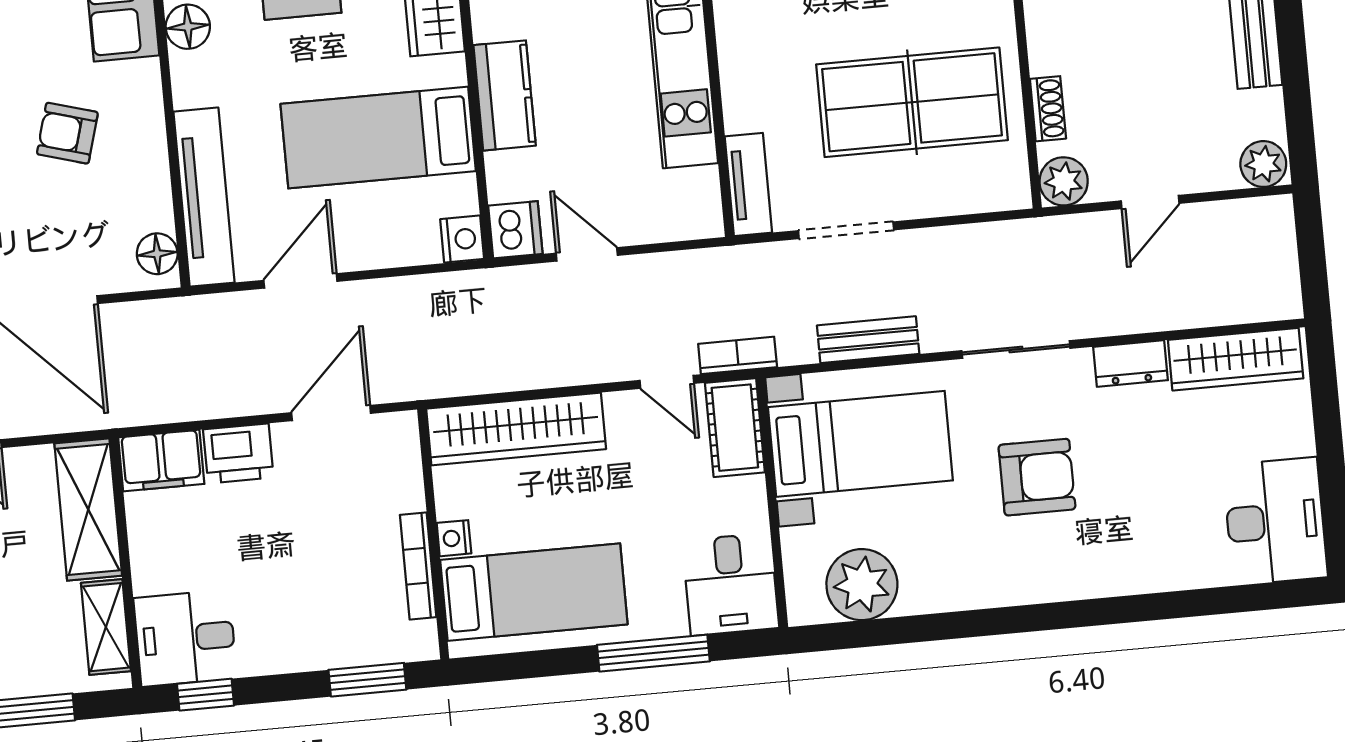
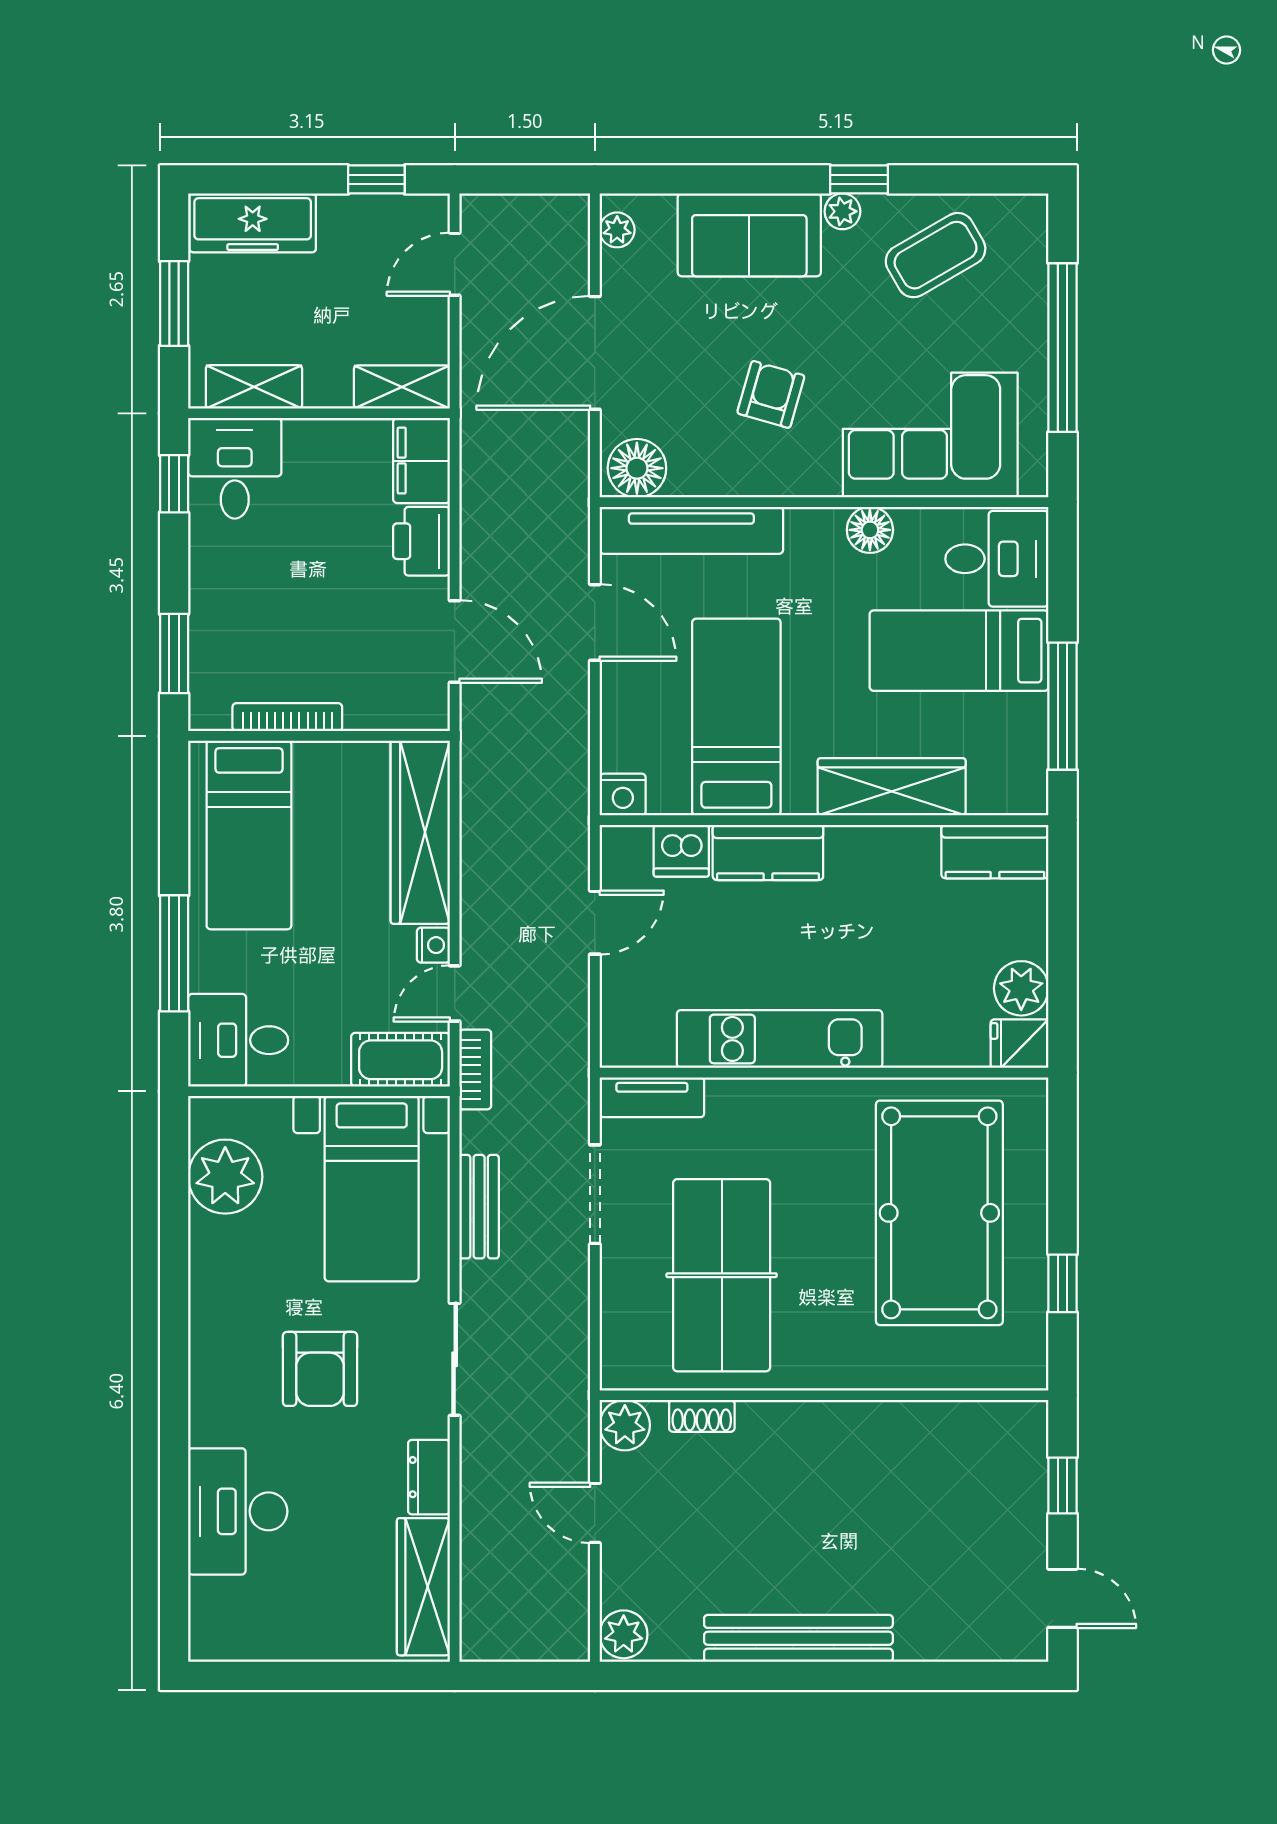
dishwasher: (515, 230) -> (681, 851), moved
floor lamp: (157, 254) -> (637, 468), width x1.38, depth x1.38
shelving: (88, 509) -> (402, 387), width x0.67, depth x0.75
desk: (1275, 521) -> (238, 1511), moved, turned 90
nightstand: (454, 538) -> (433, 945), moved, turned 90

